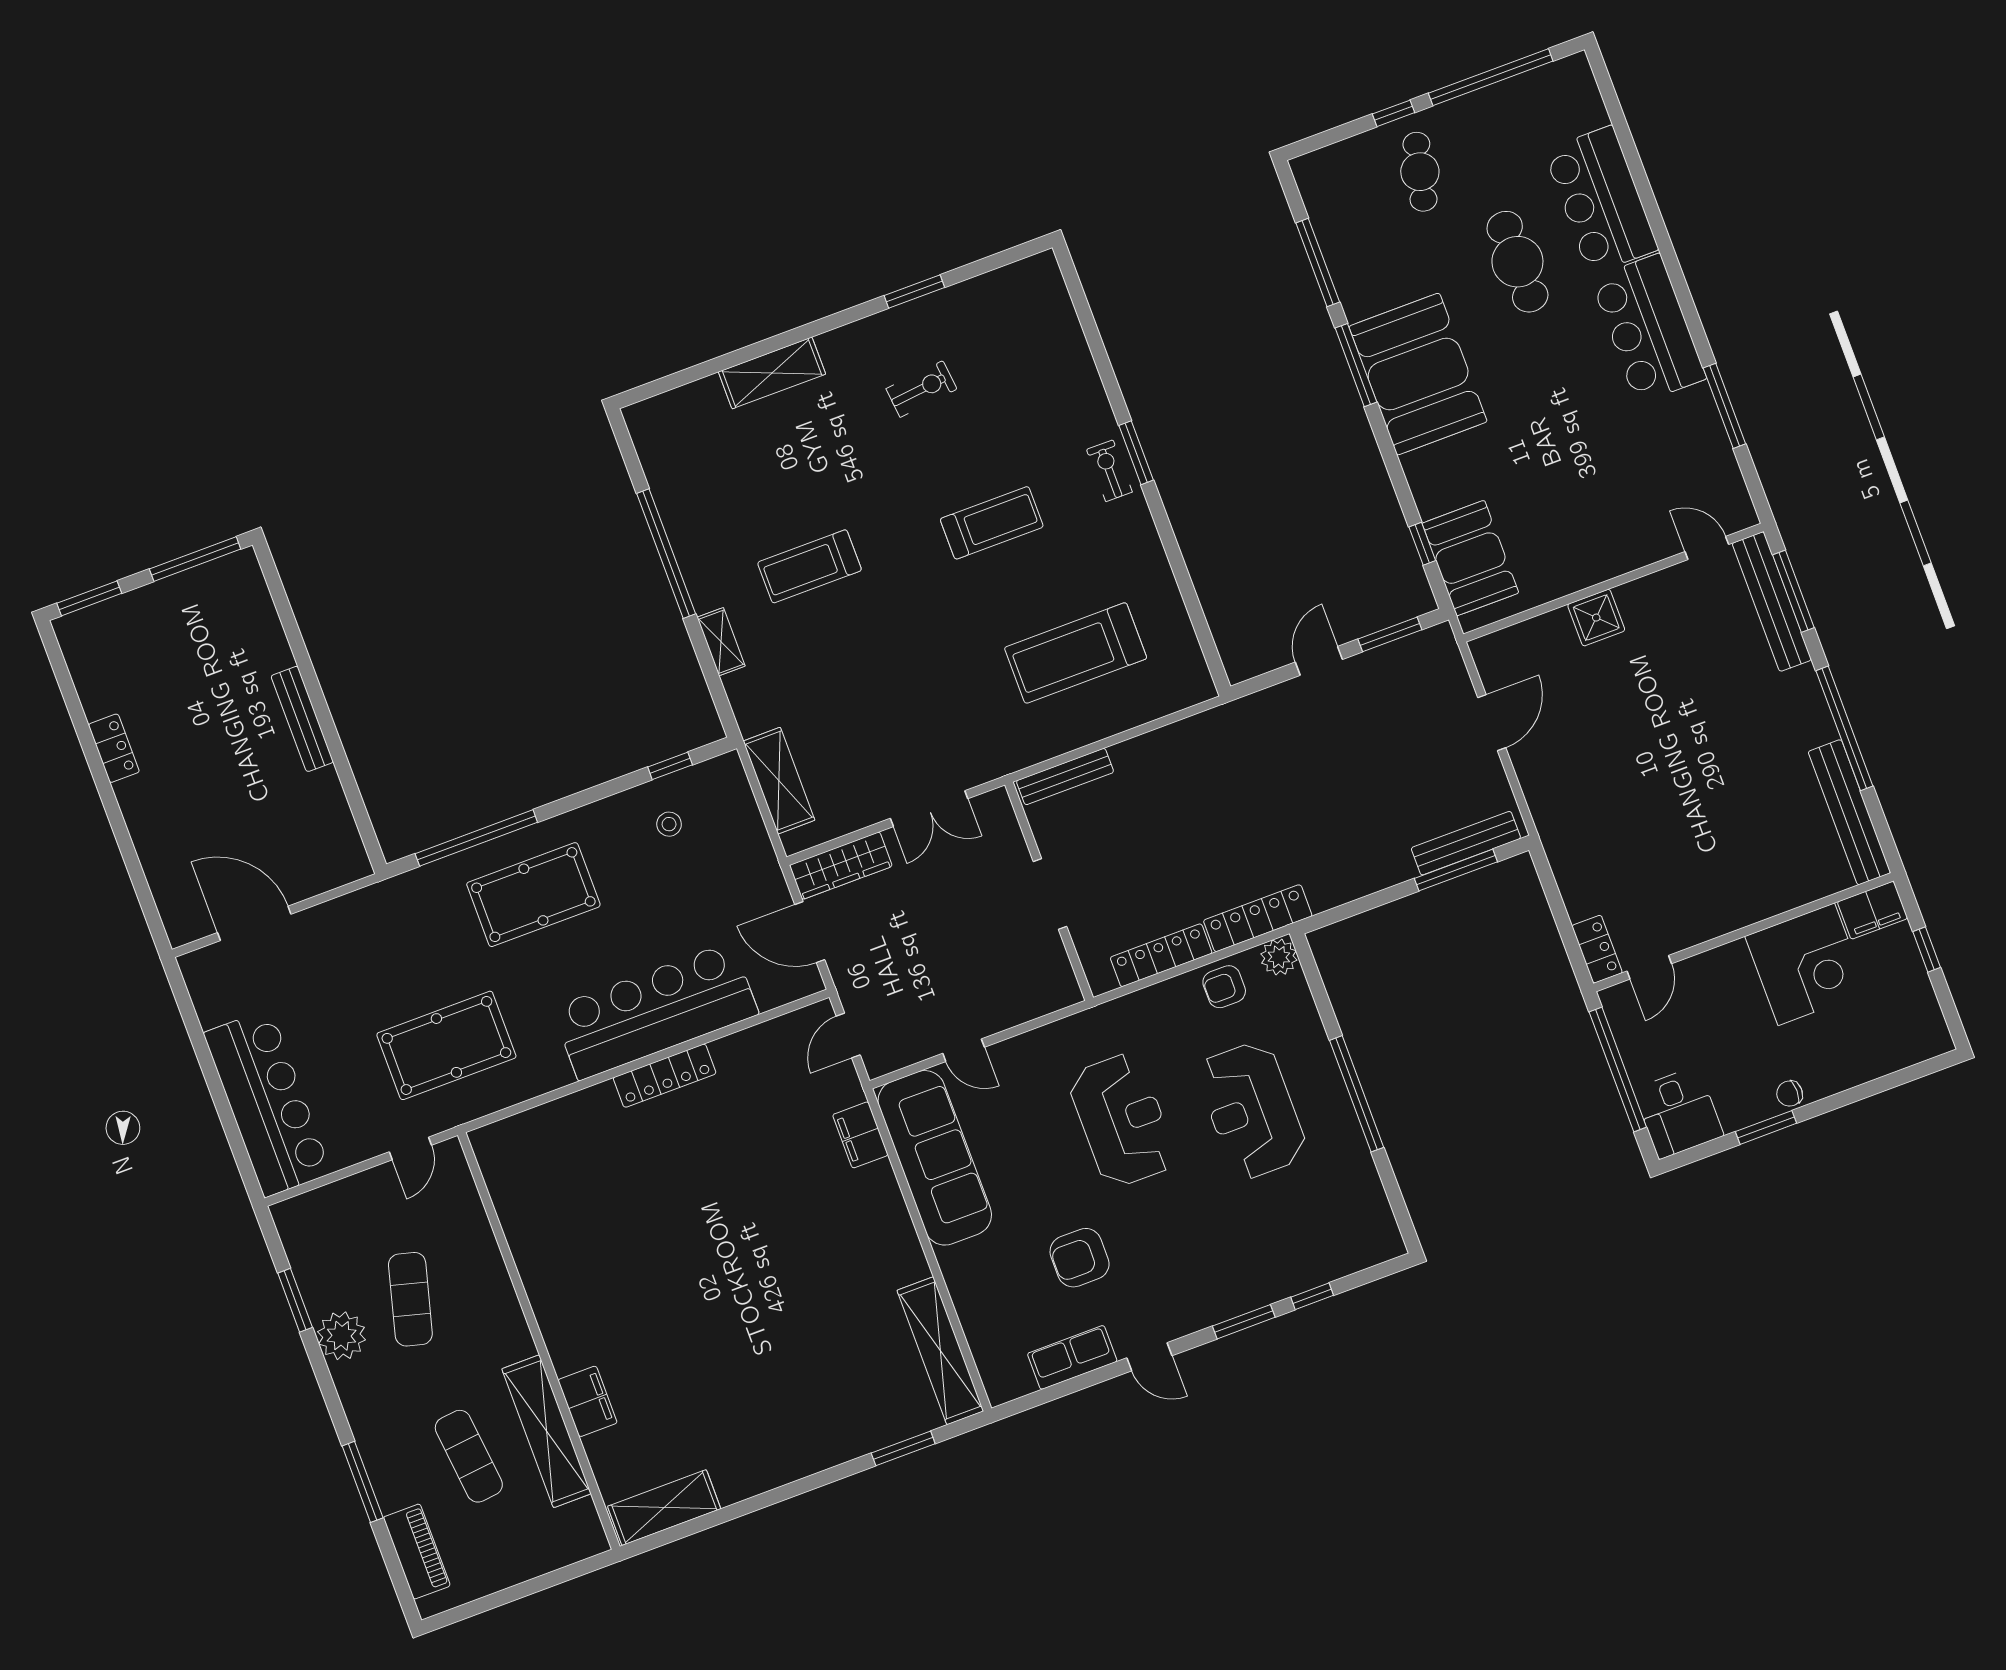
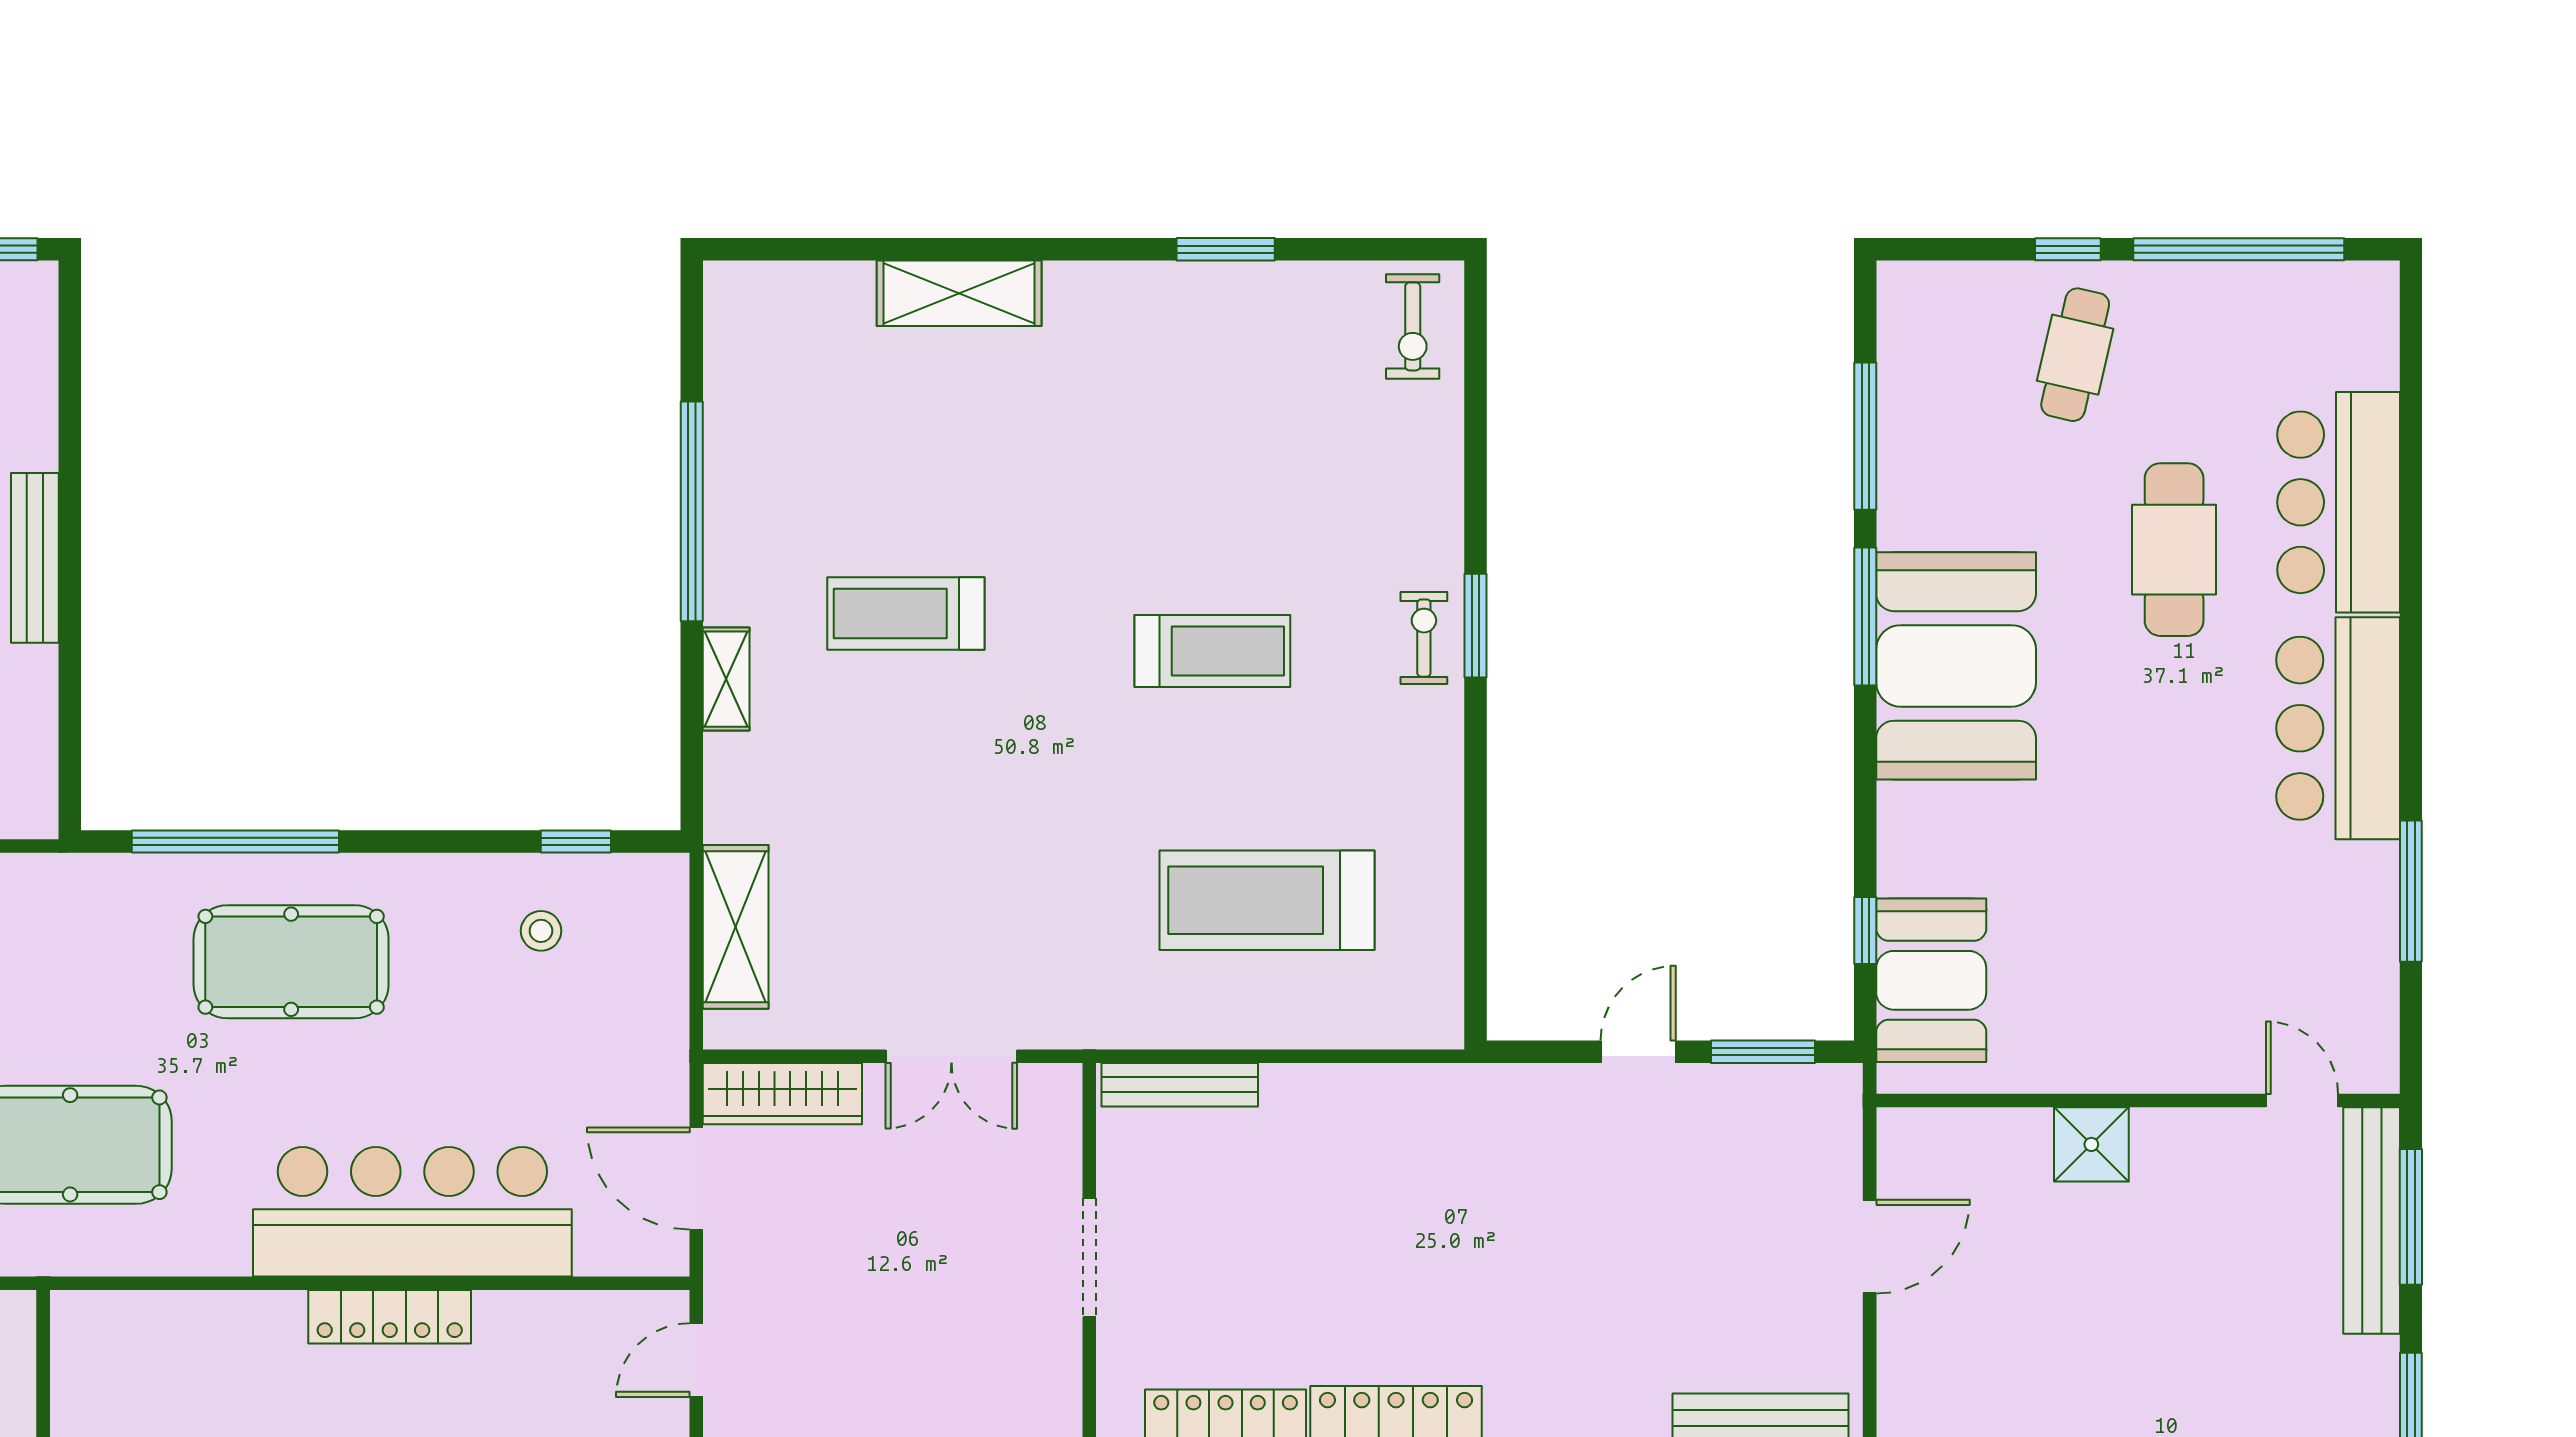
exercise bike: (921, 389) -> (1413, 326), moved, turned 96

